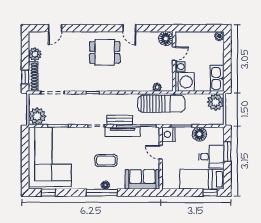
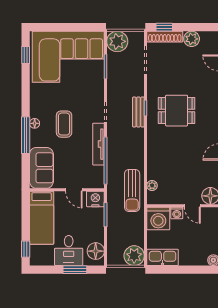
dining table: (105, 52) -> (177, 111), moved, turned 90
sun lounger: (161, 104) -> (132, 191), width x0.73, depth x0.75
bench: (120, 120) -> (138, 112), moved
floor lamp: (199, 134) -> (96, 251), moved
door: (161, 152) -> (74, 190), swing flipped
bed: (202, 179) -> (42, 218), moved, turned 180
window: (102, 193) -> (26, 135), moved

